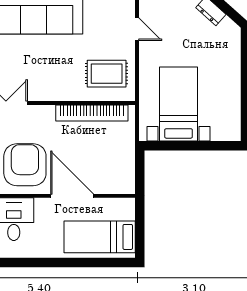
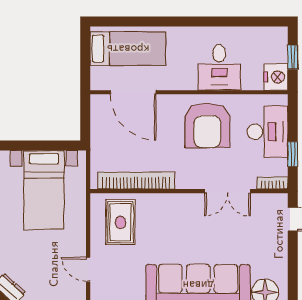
rug: (107, 74) -> (120, 222), turned 90
door: (72, 196) -> (133, 92), moved

